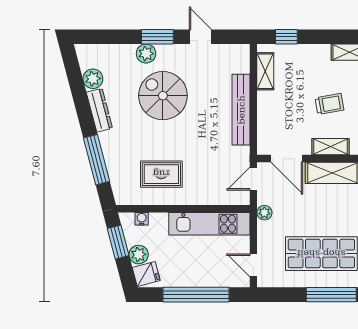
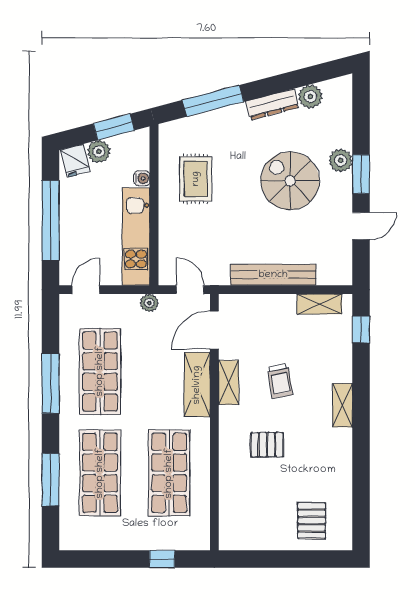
spiral stairs: (163, 96) -> (290, 181), turned -90
water cooler: (142, 219) -> (142, 178), moved

